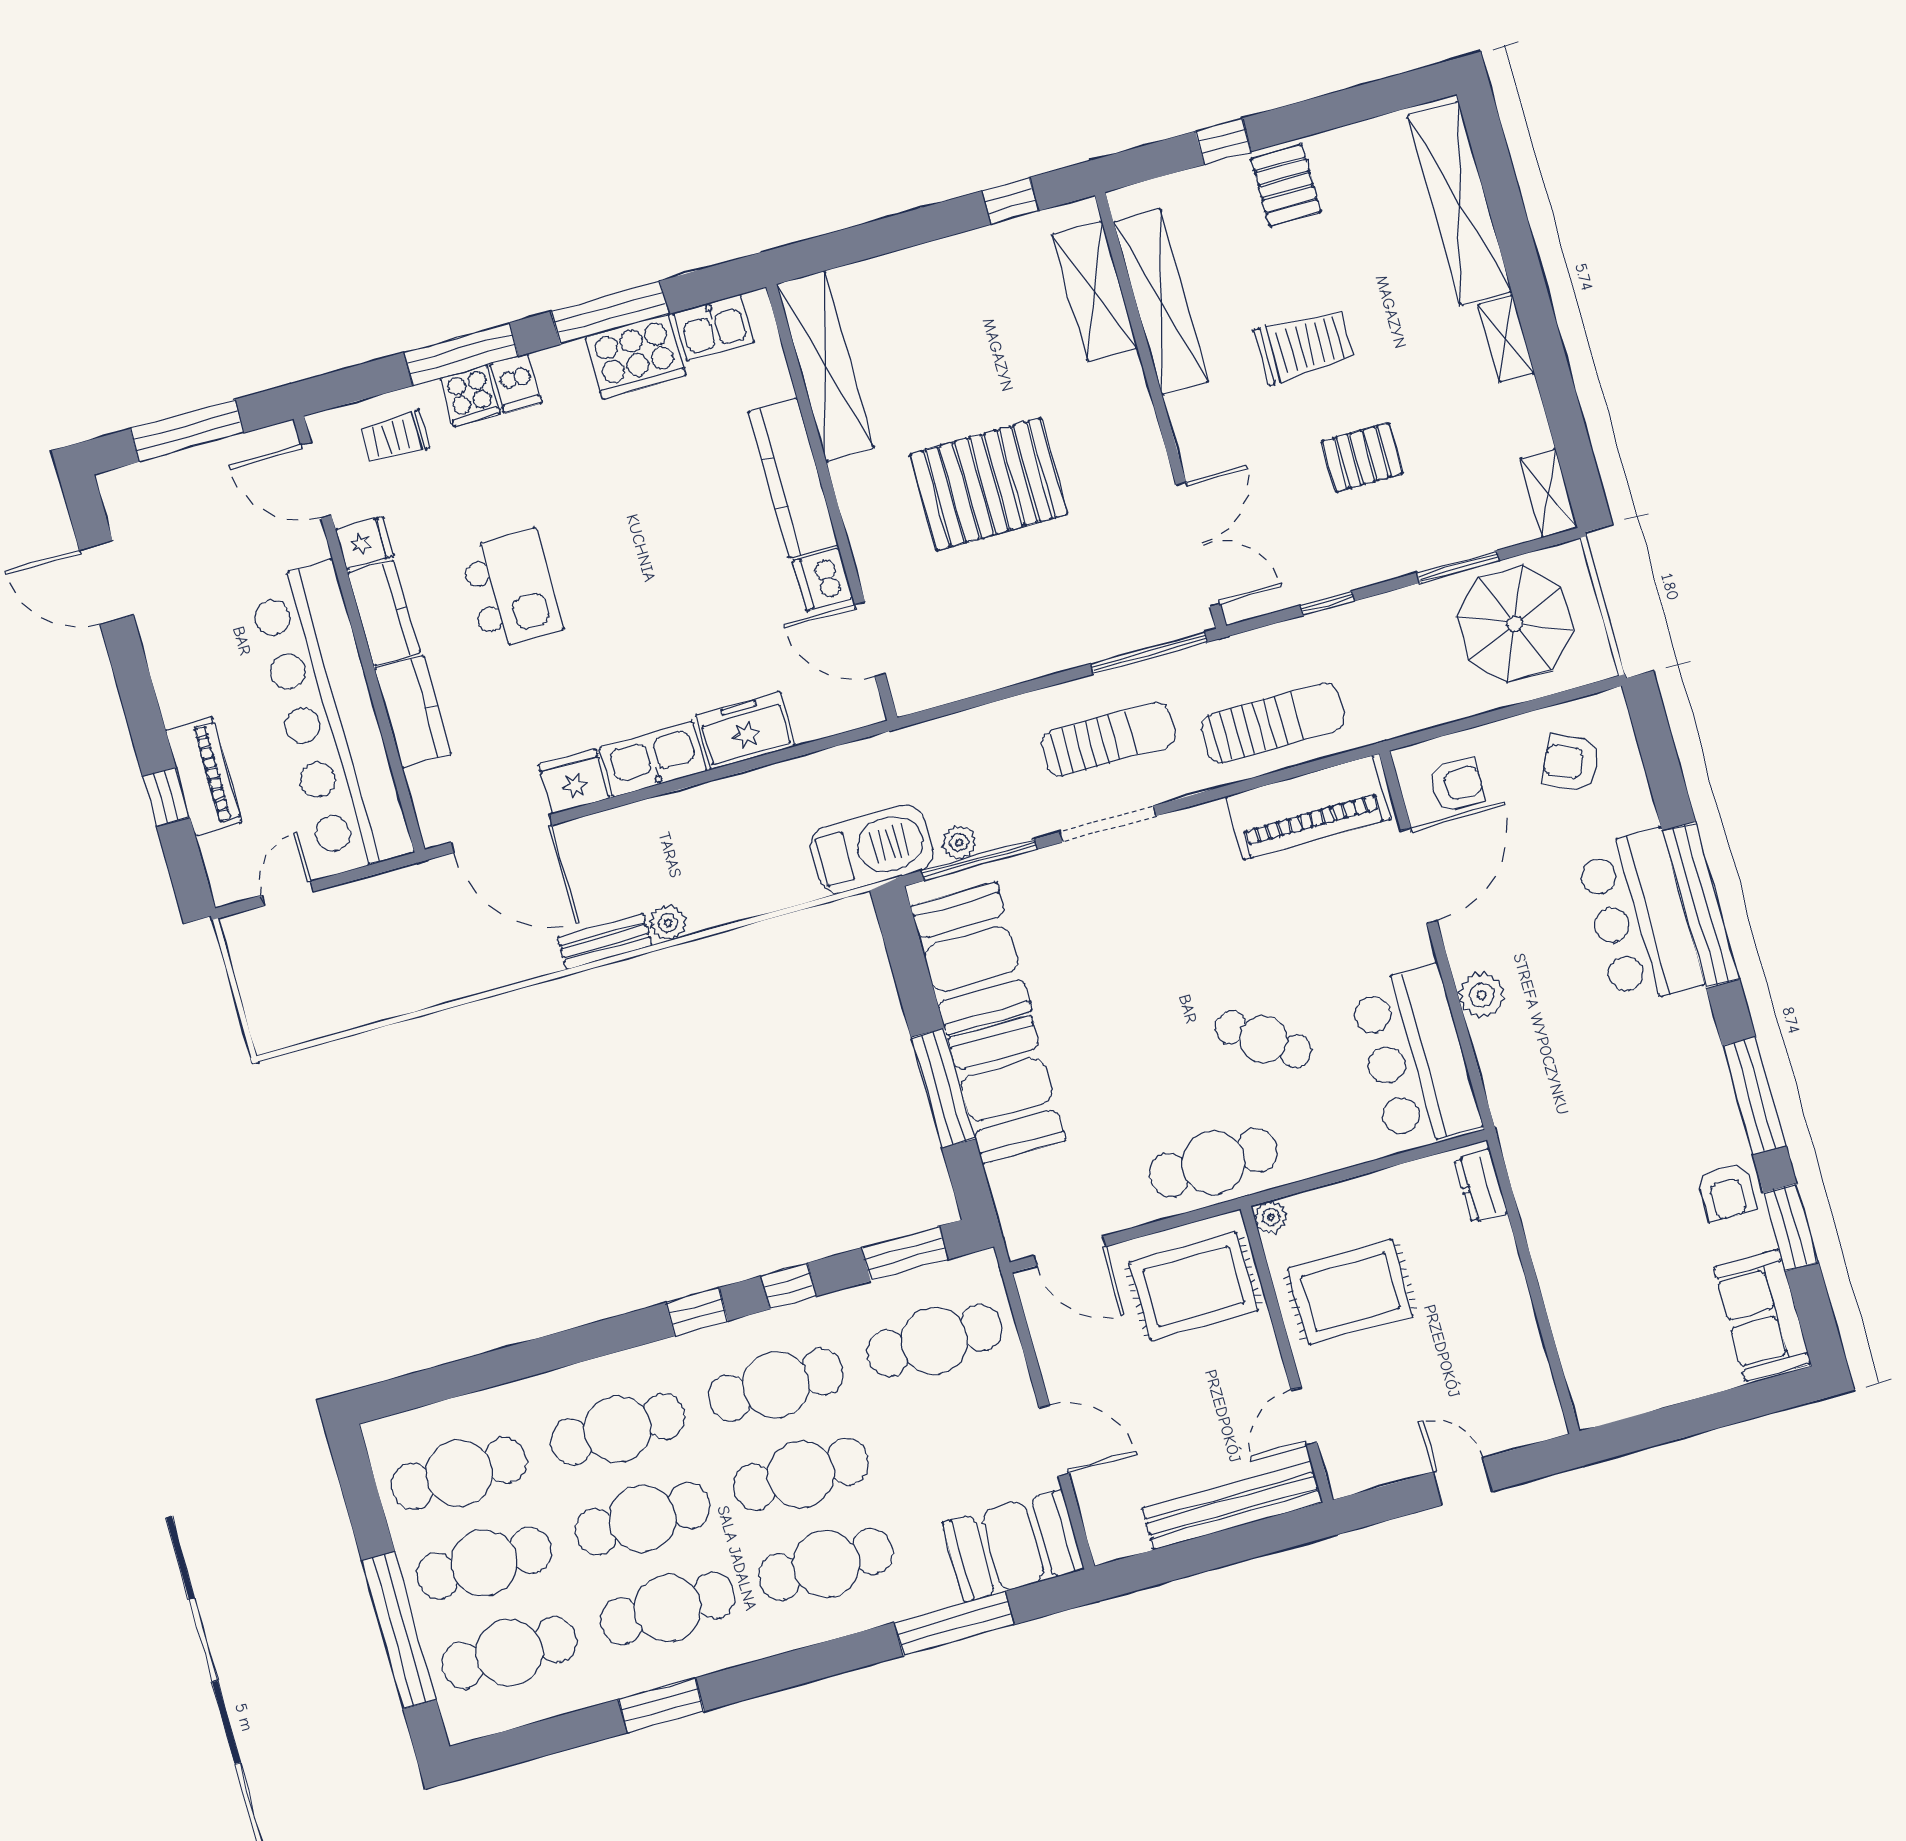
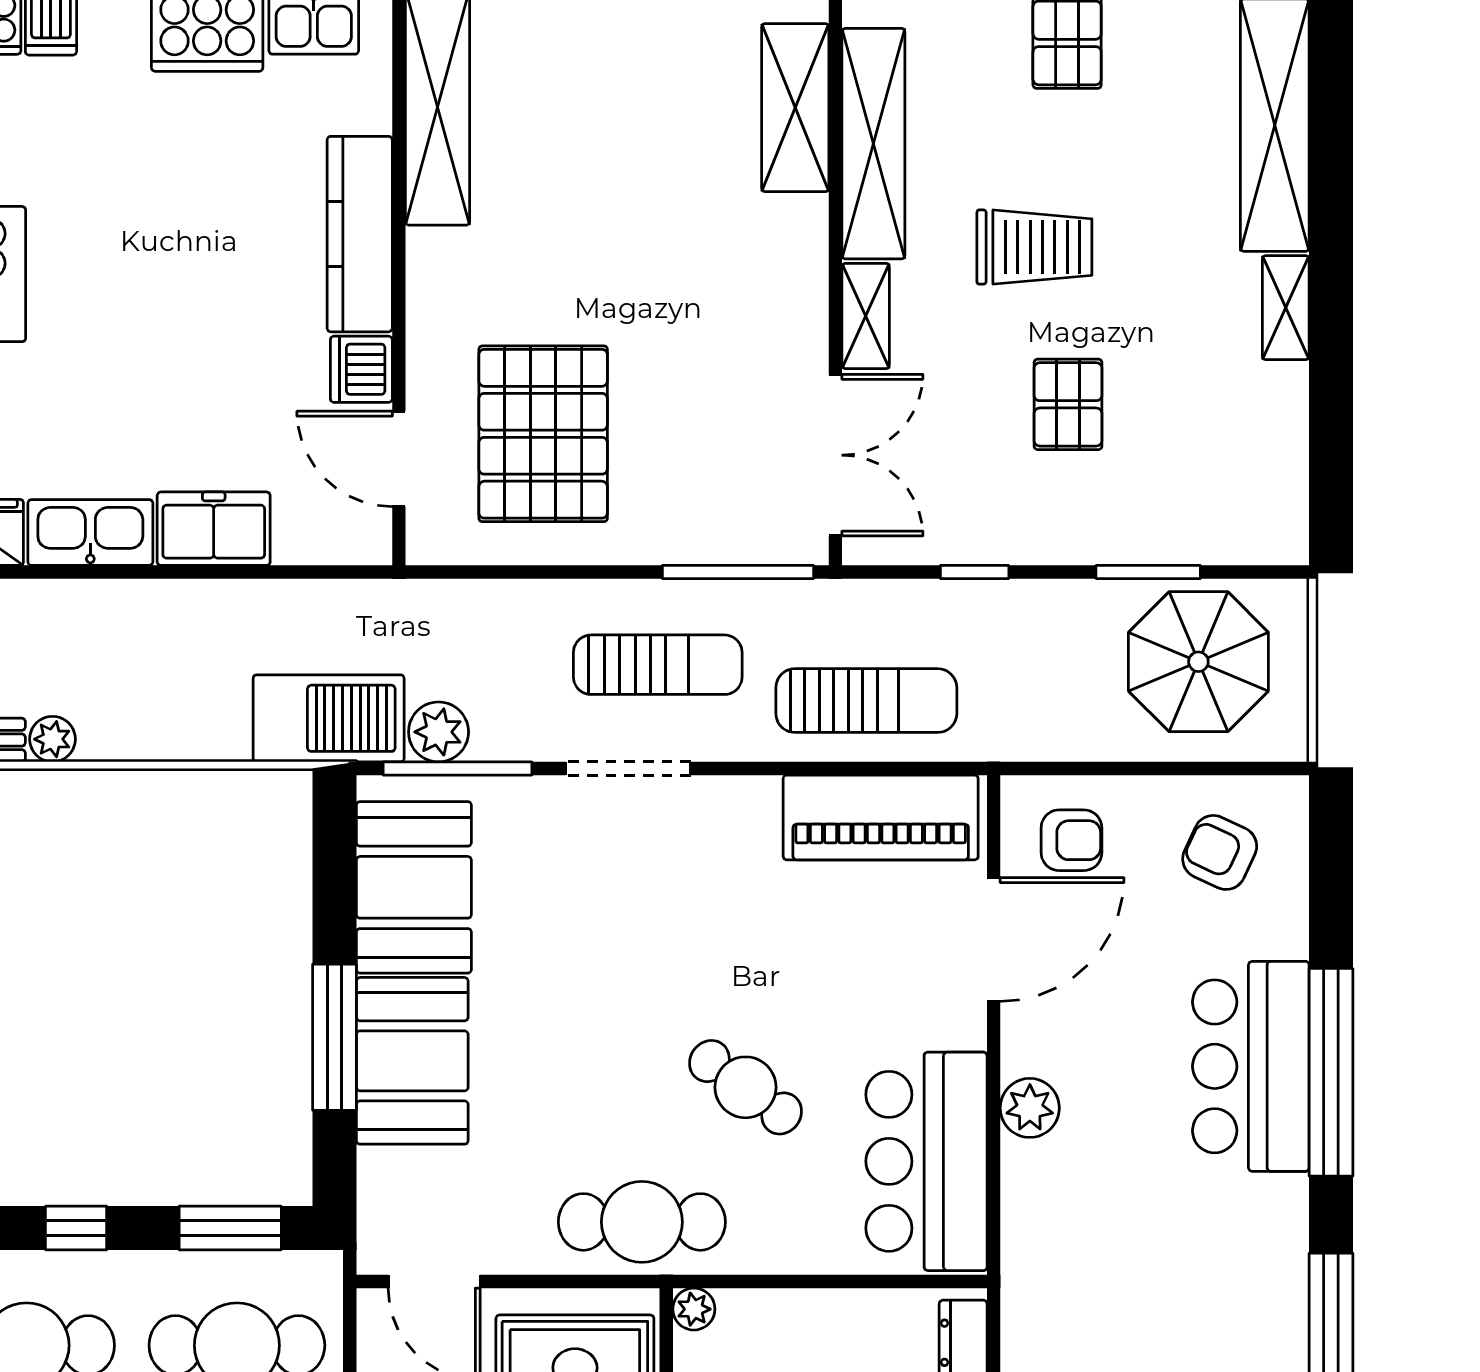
pallet: (1362, 457) -> (1068, 404), turned 90
pallet: (989, 484) -> (543, 434), moved, turned 90
shelving: (1549, 493) -> (866, 316), moved
plant: (959, 842) -> (439, 732), width x1.38, depth x1.38

